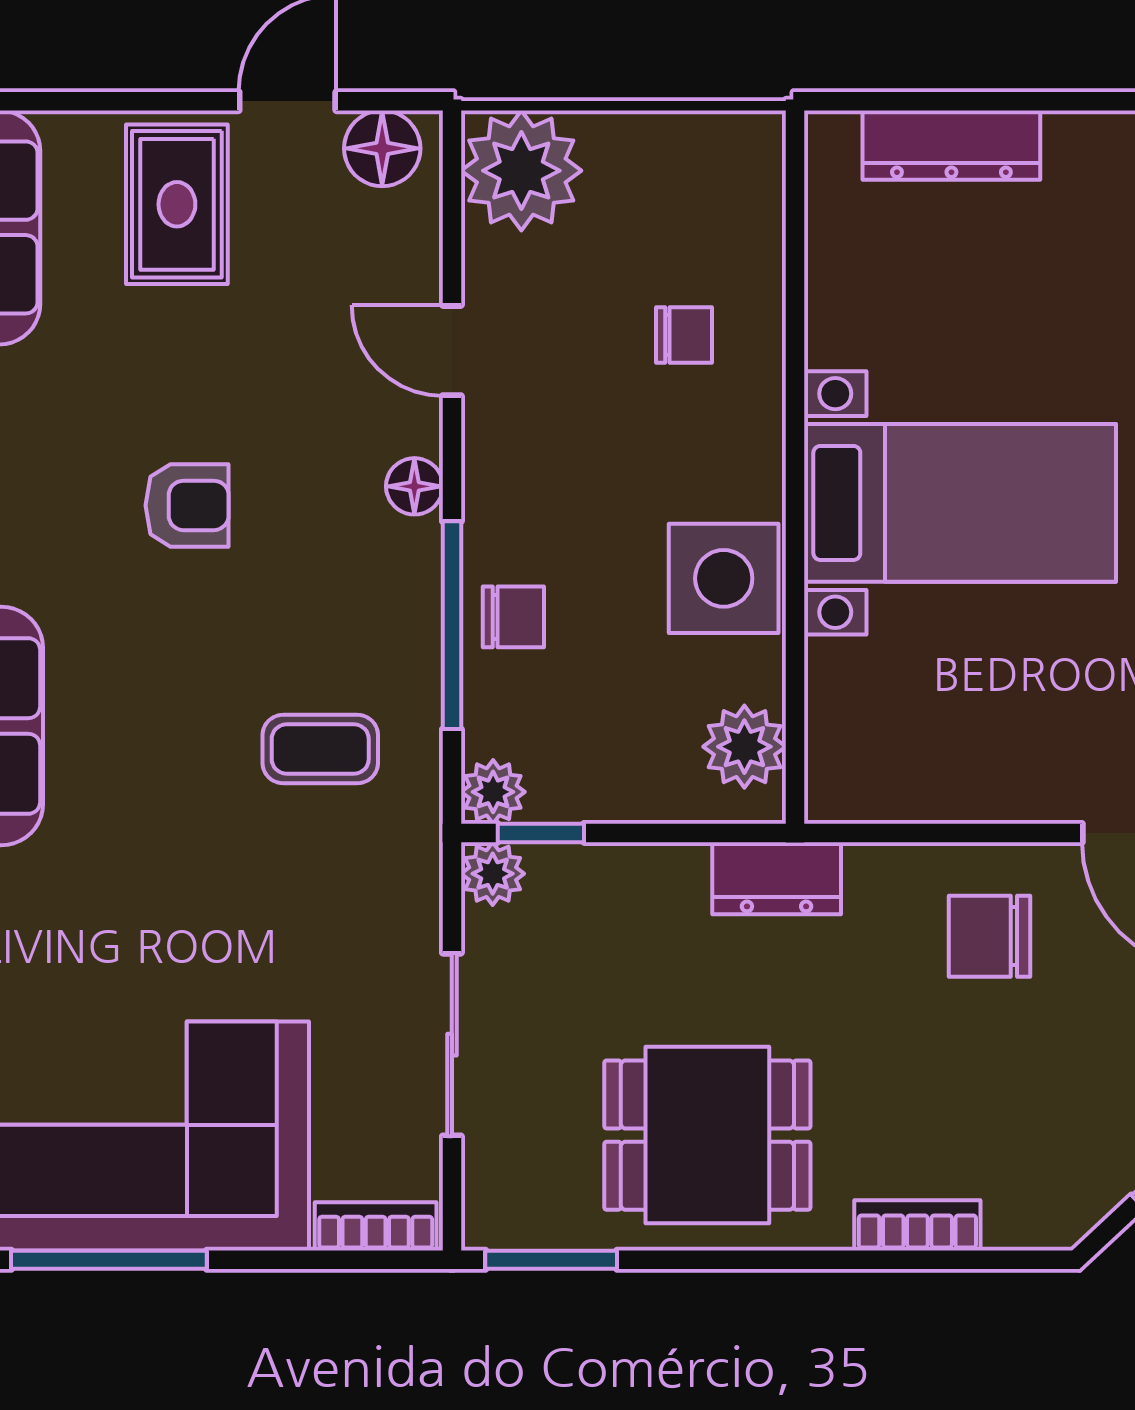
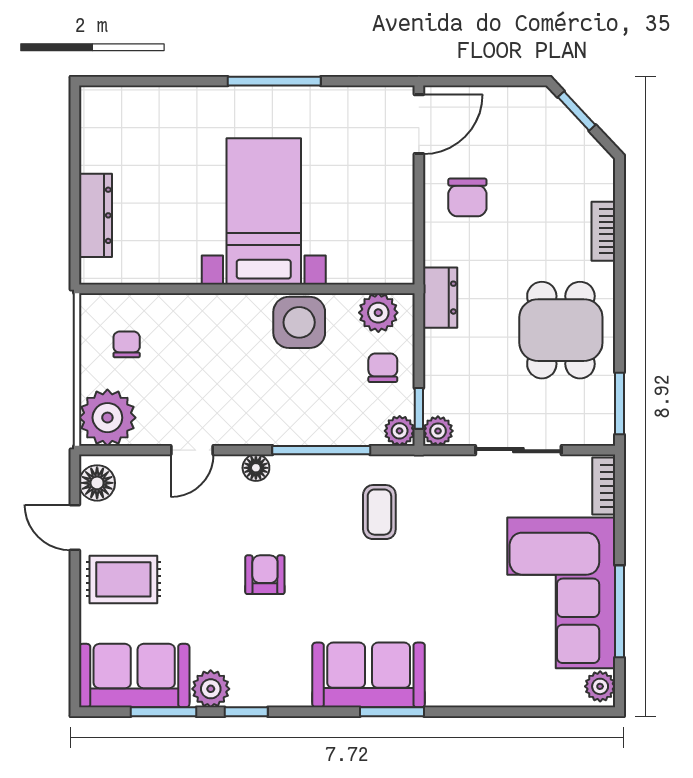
chair: (684, 335) -> (127, 344), moved
chair: (513, 617) -> (383, 368), moved

